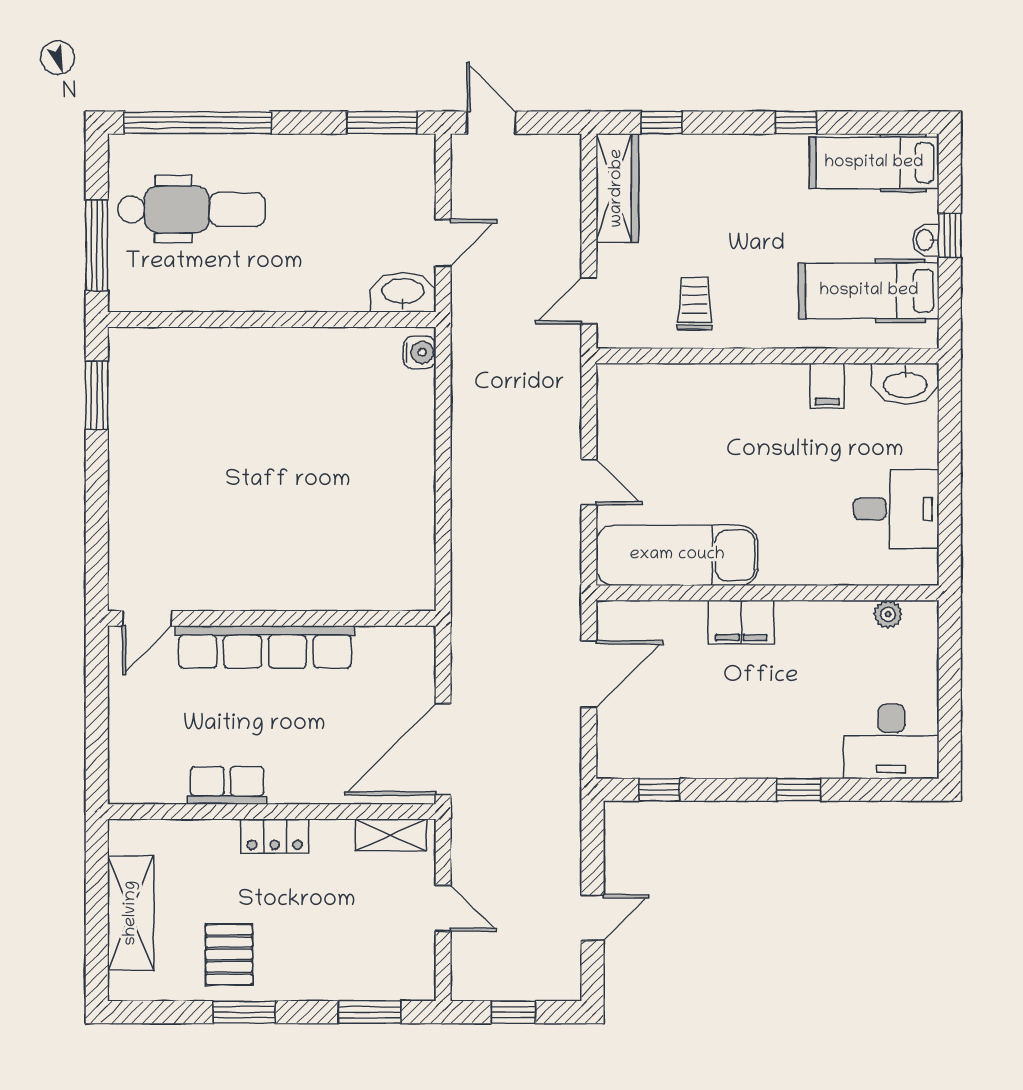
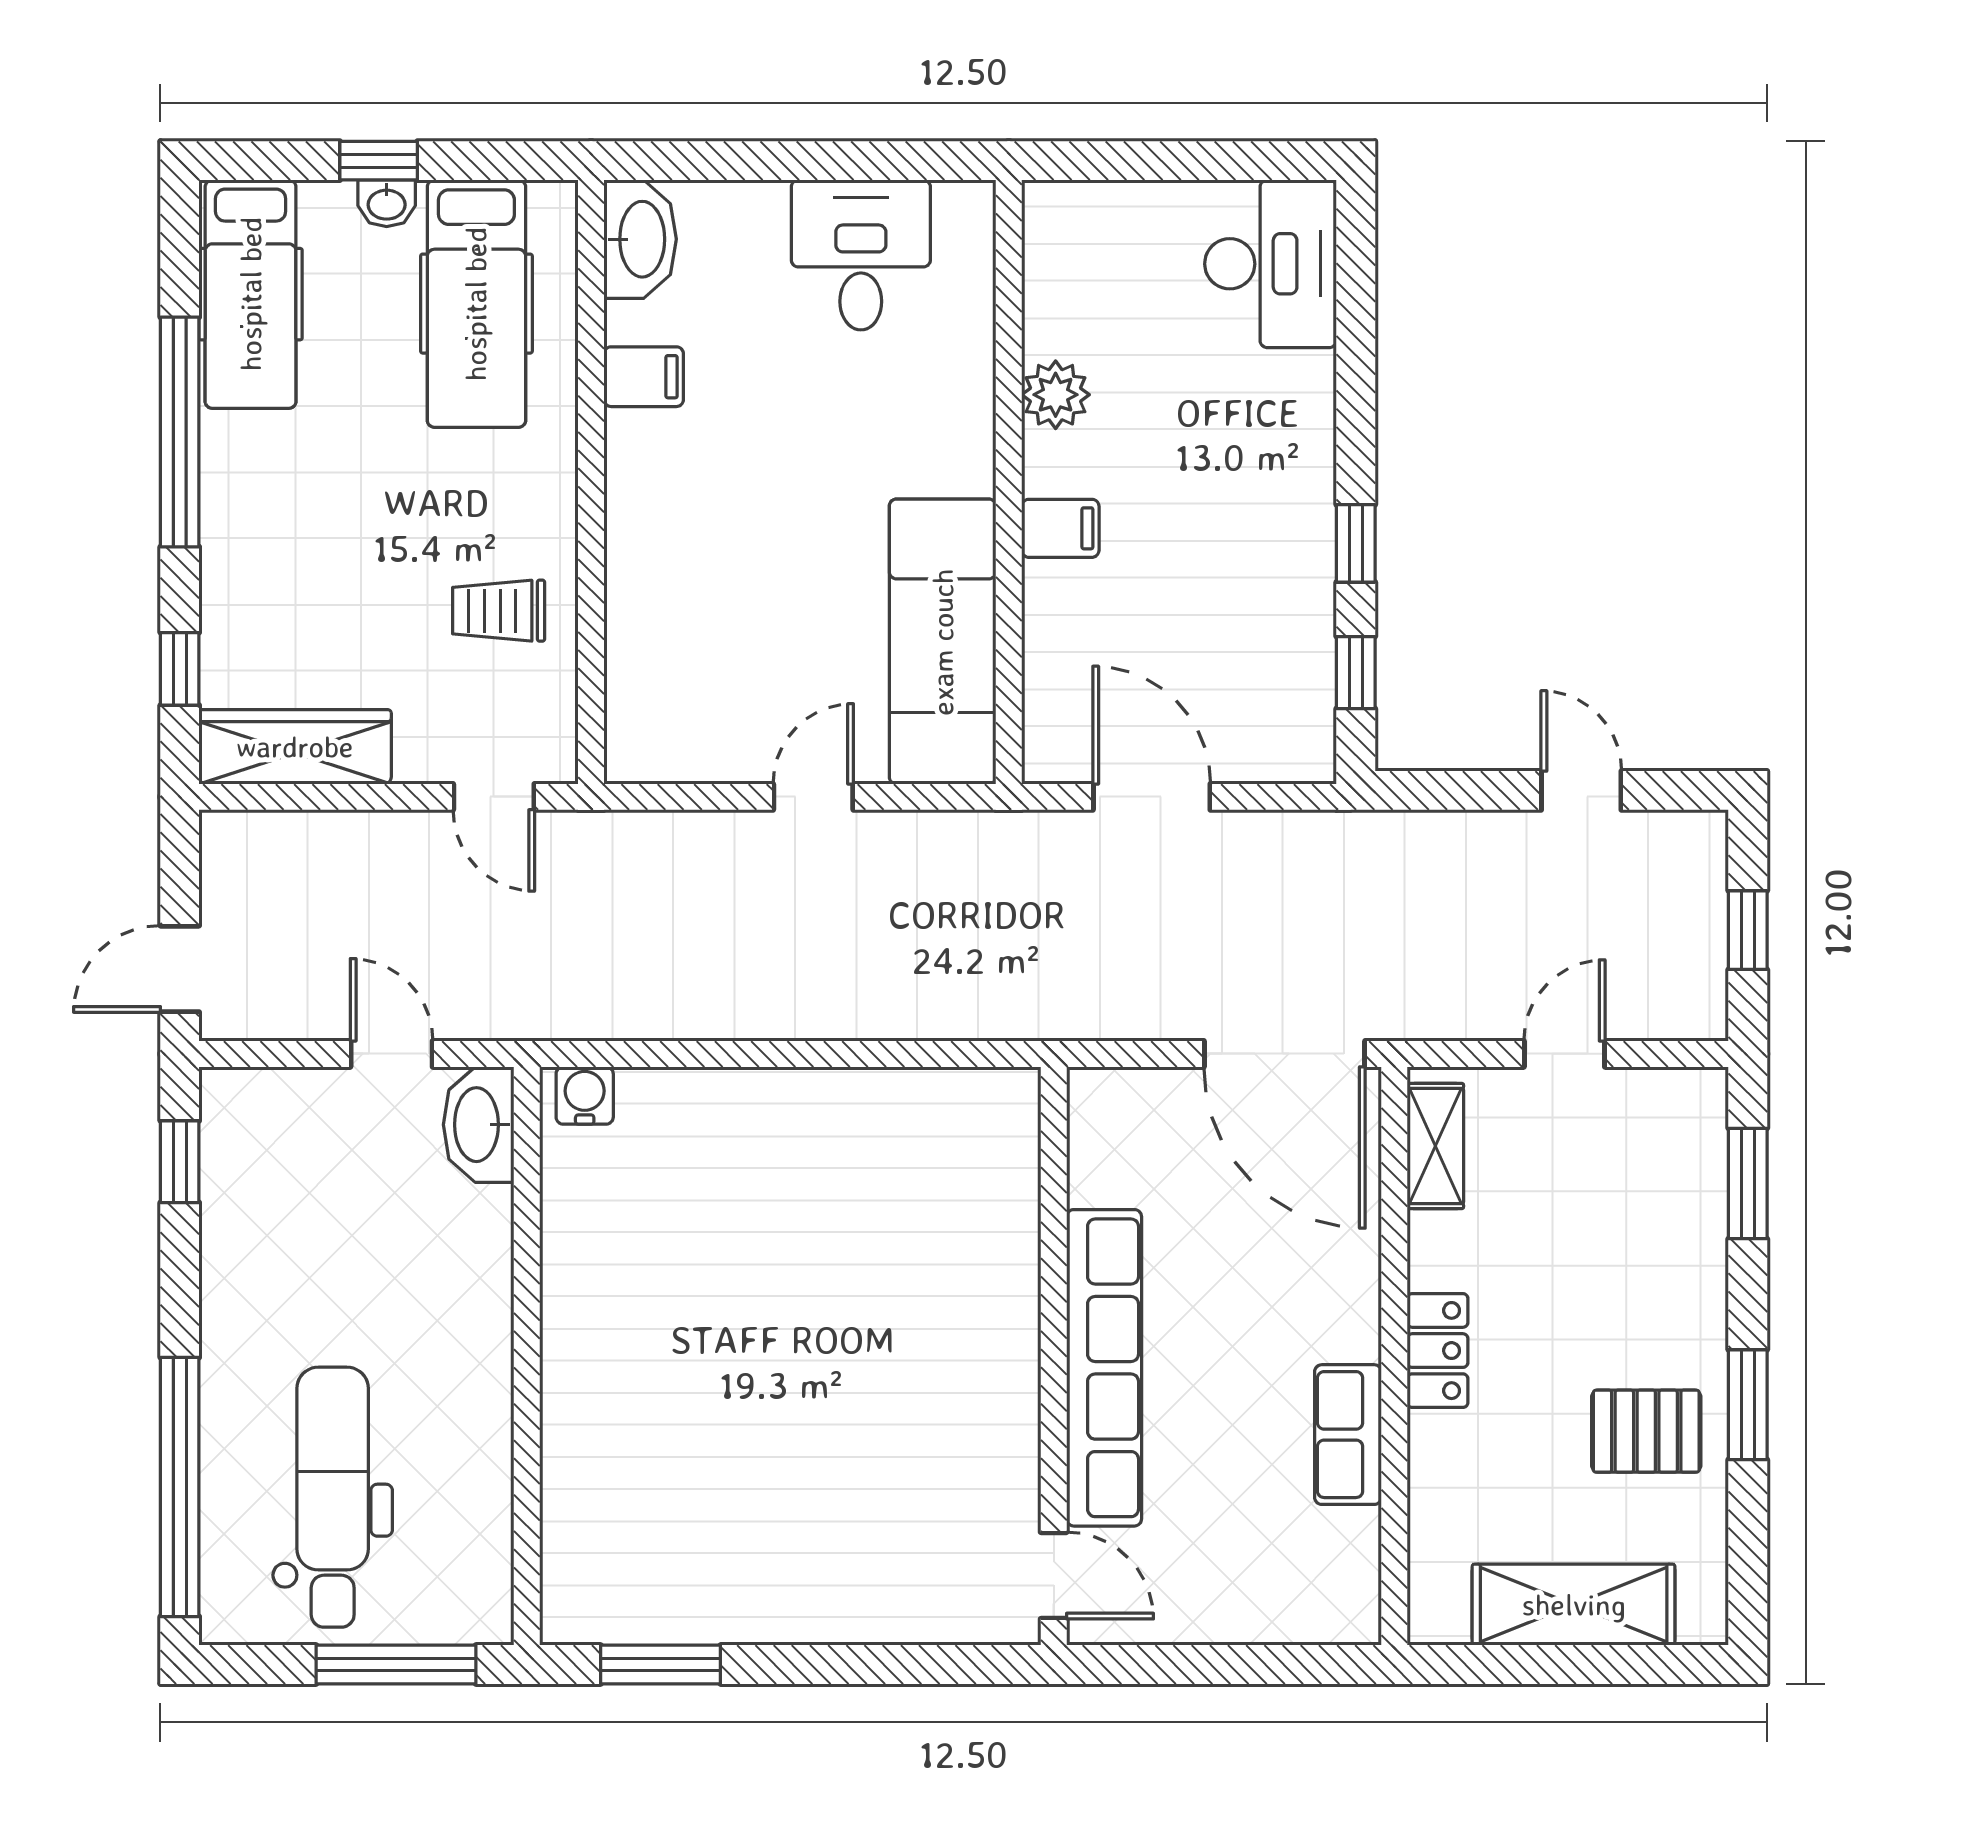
window: (382, 123) -> (180, 1162), width x0.67
window: (796, 123) -> (180, 432), width x3.17
plant: (888, 614) -> (1056, 395), moved, width x1.38, depth x1.38
filing cabinet: (741, 622) -> (1060, 528), width x0.50
window: (799, 790) -> (1356, 543), moved

